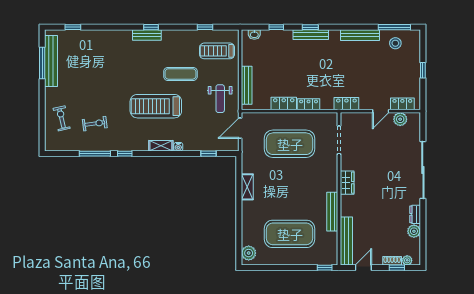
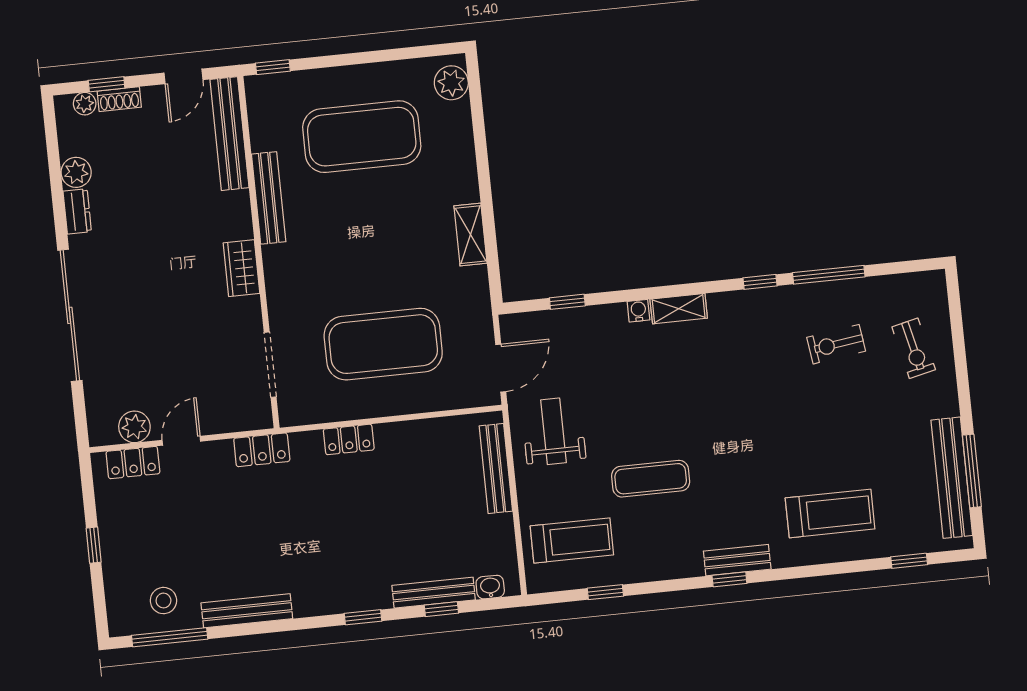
bench: (311, 35) -> (434, 593), moved
locker: (284, 103) -> (406, 435), removed
treadmill: (156, 106) -> (830, 513), moved, width x0.73, depth x0.73

